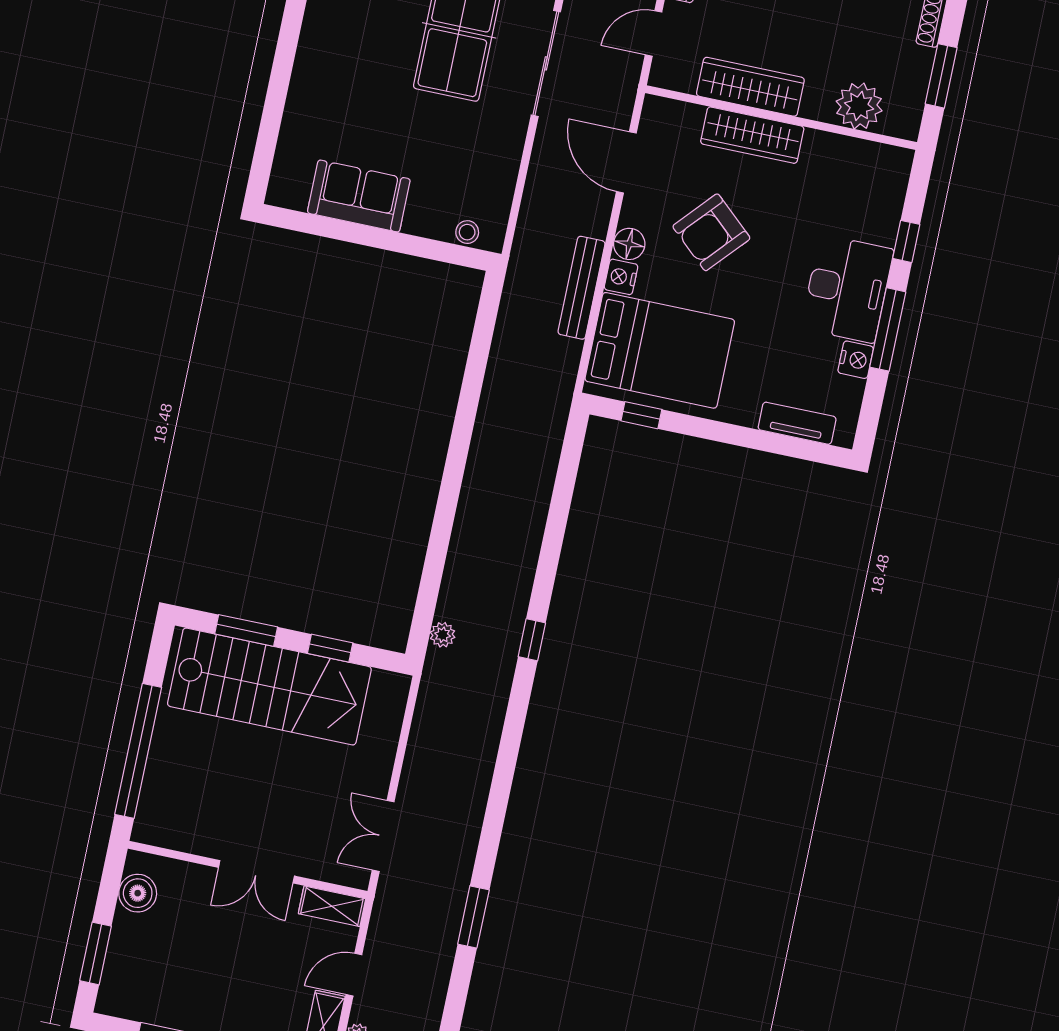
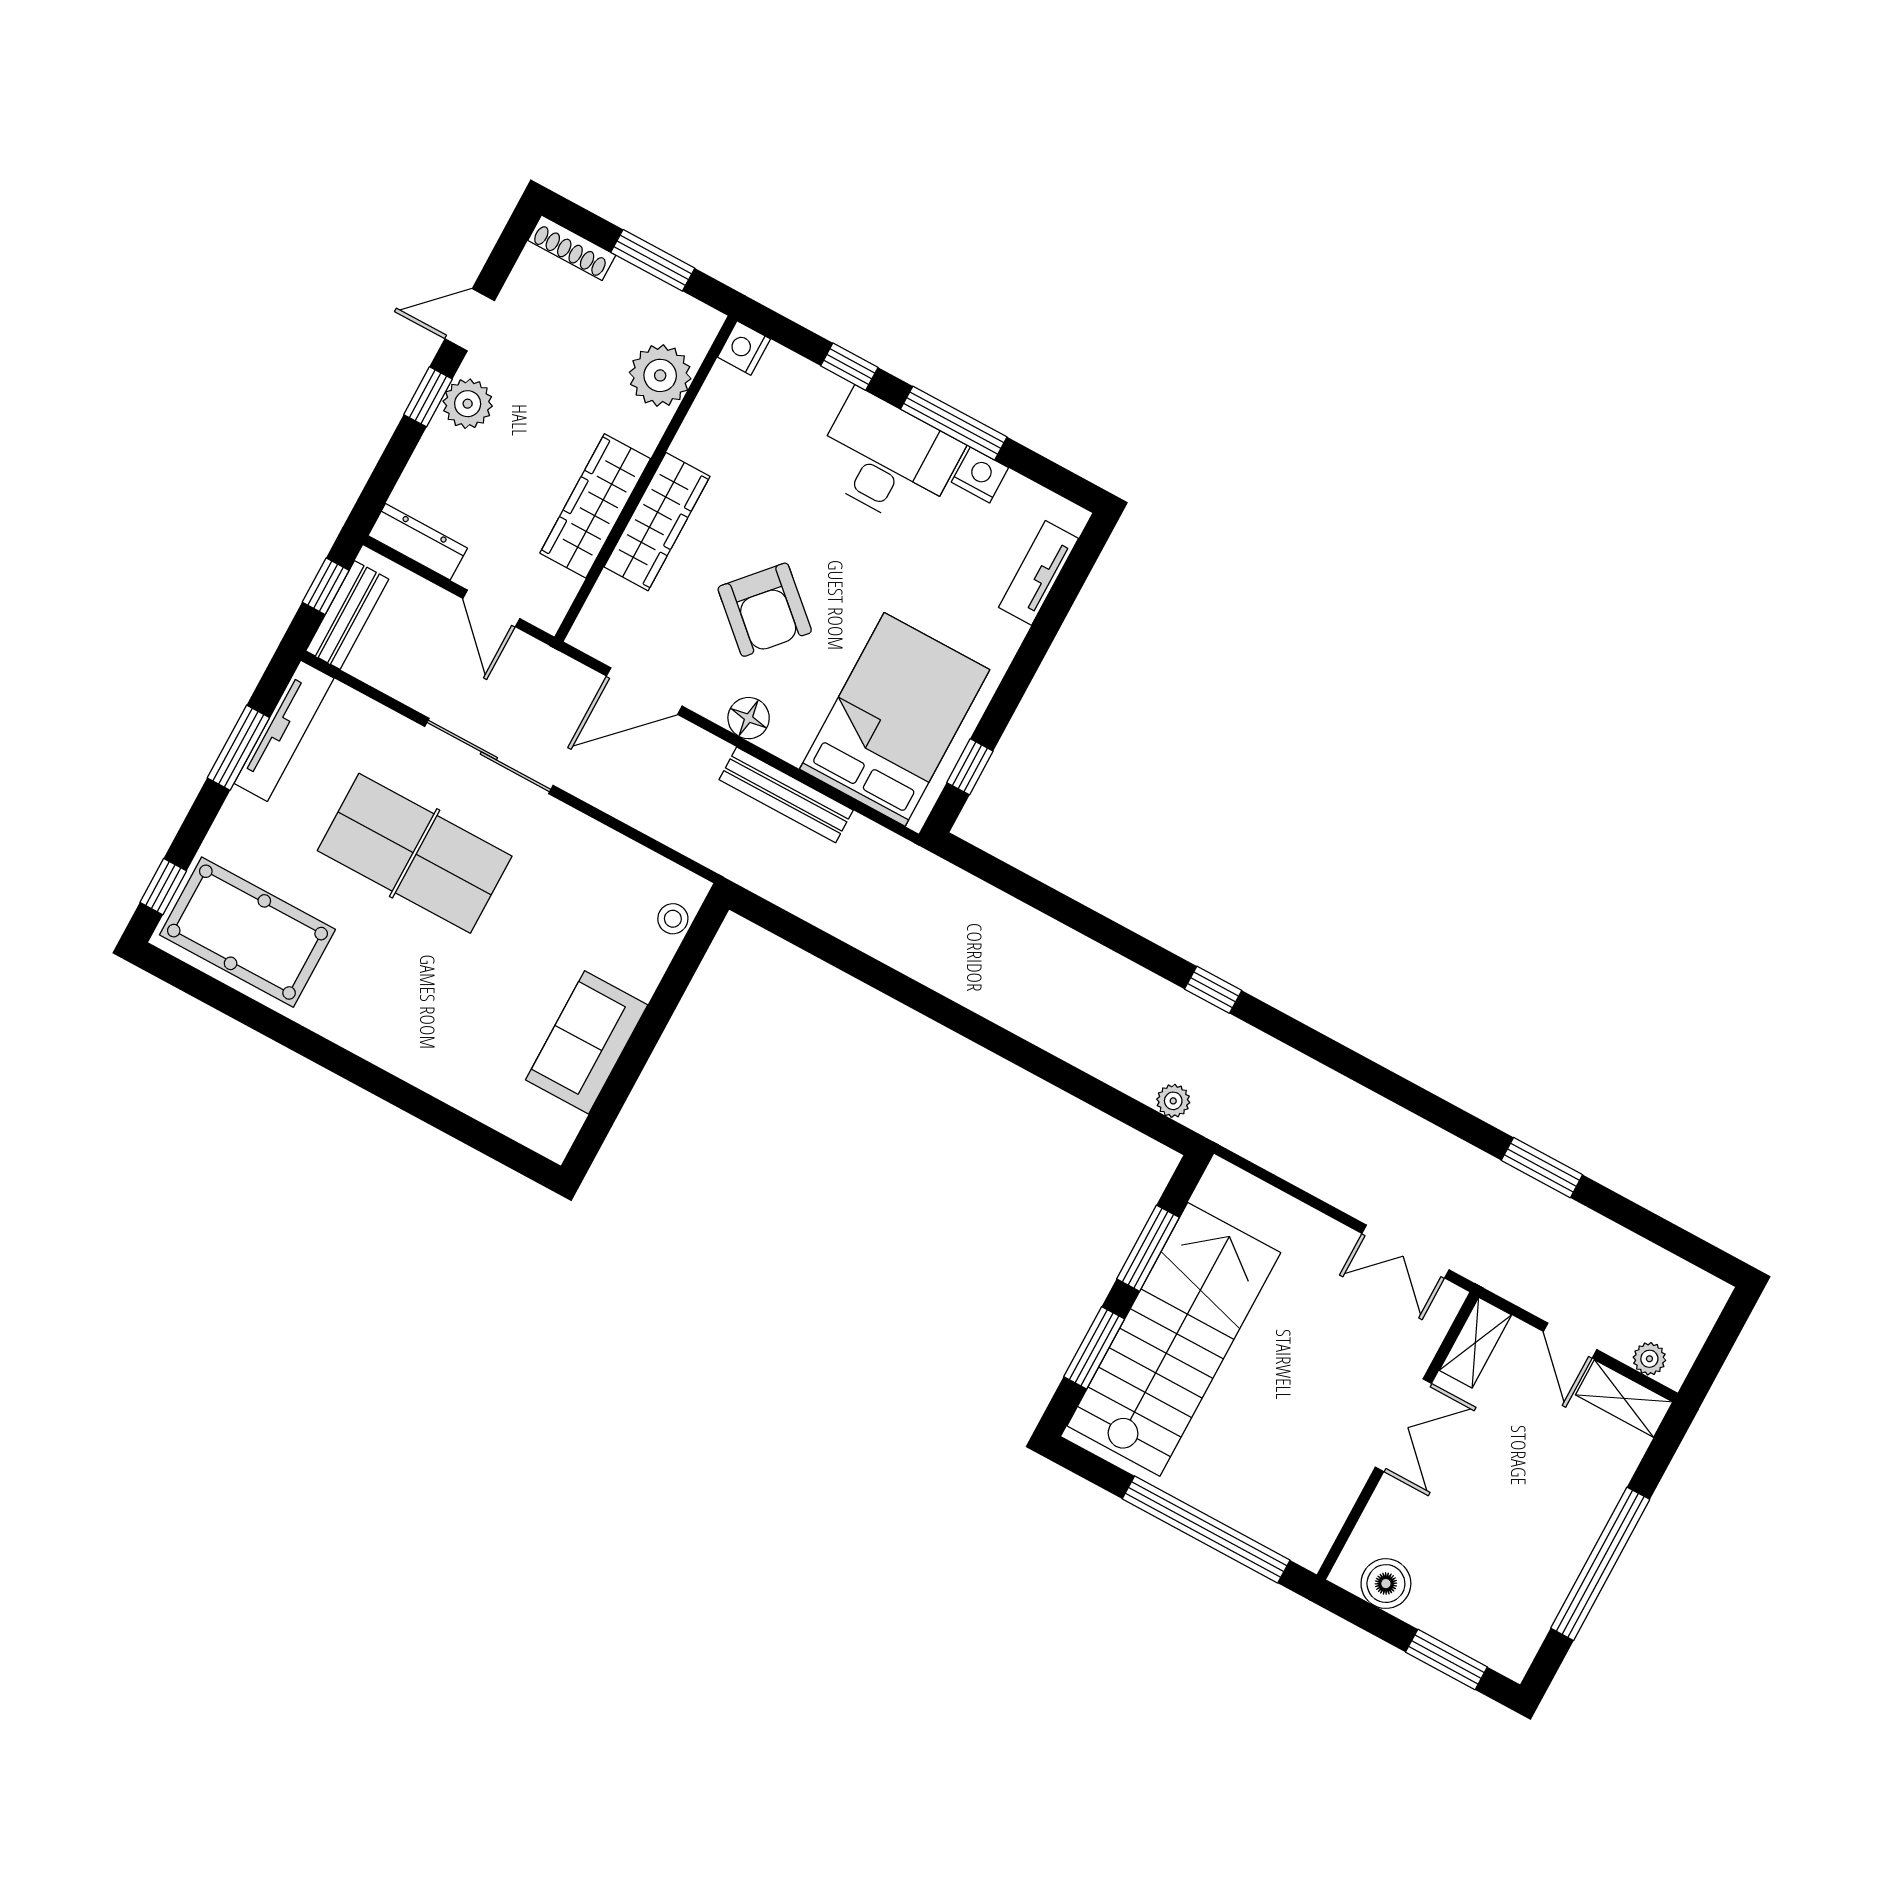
nightstand: (621, 277) -> (744, 348), moved, turned 90
window: (330, 648) -> (1148, 1248), width x1.50

